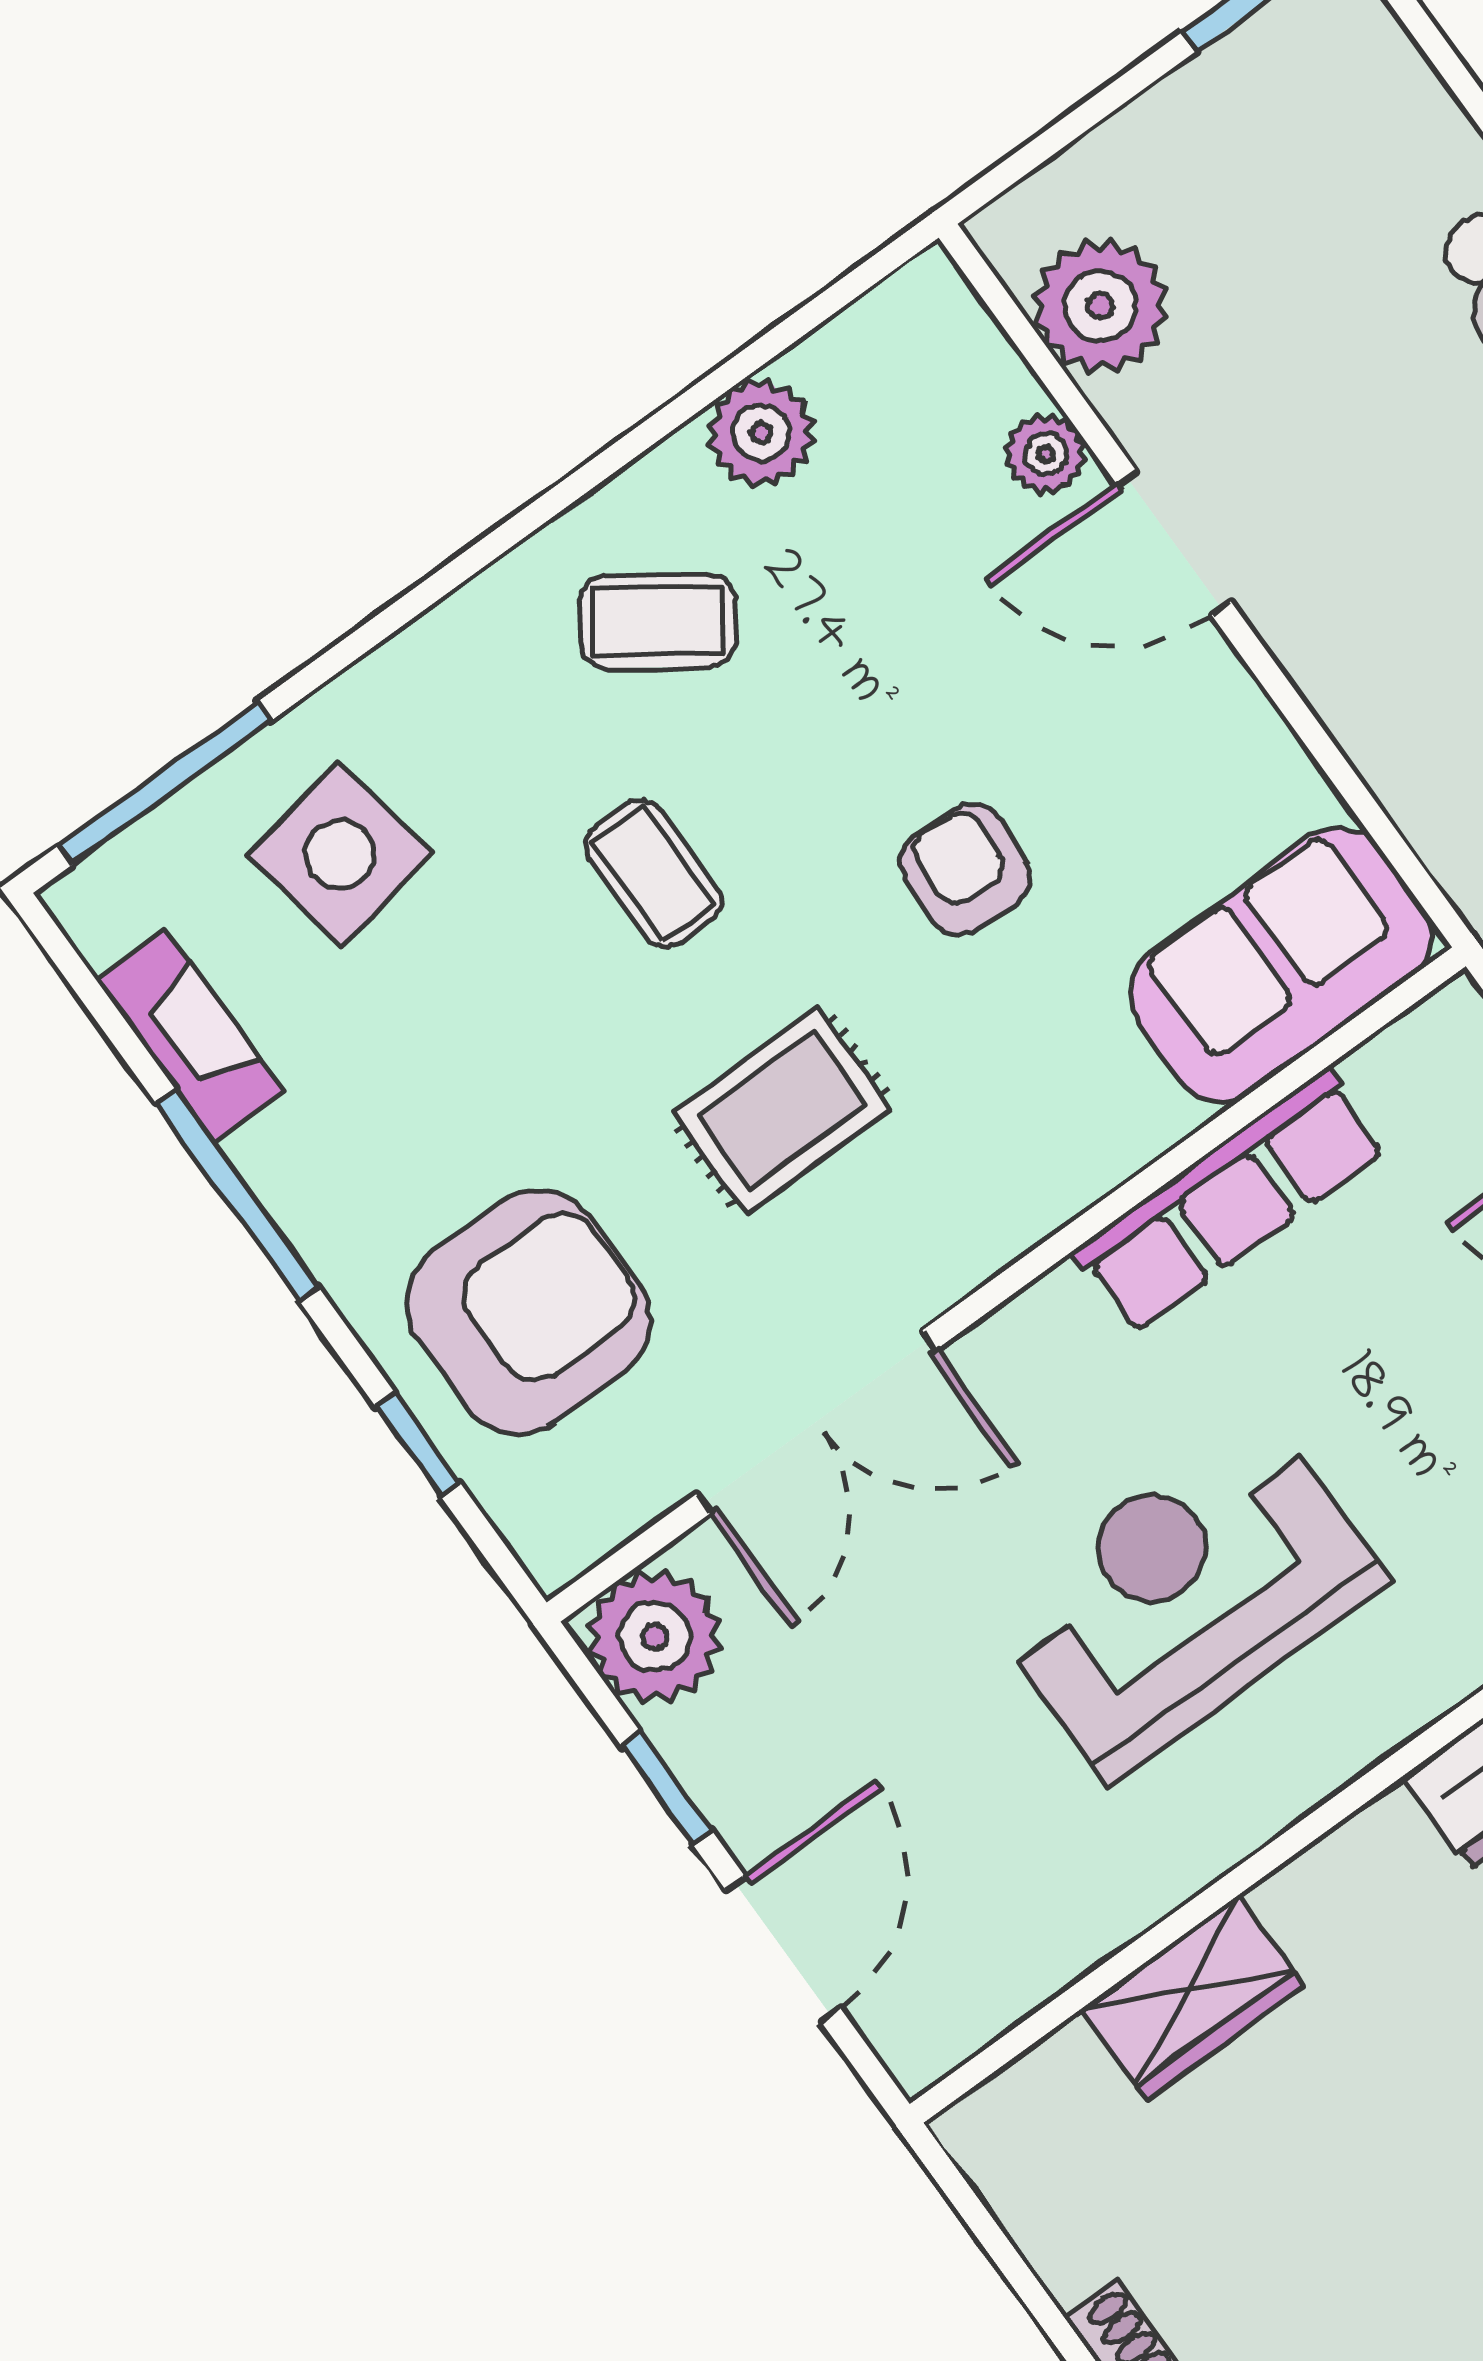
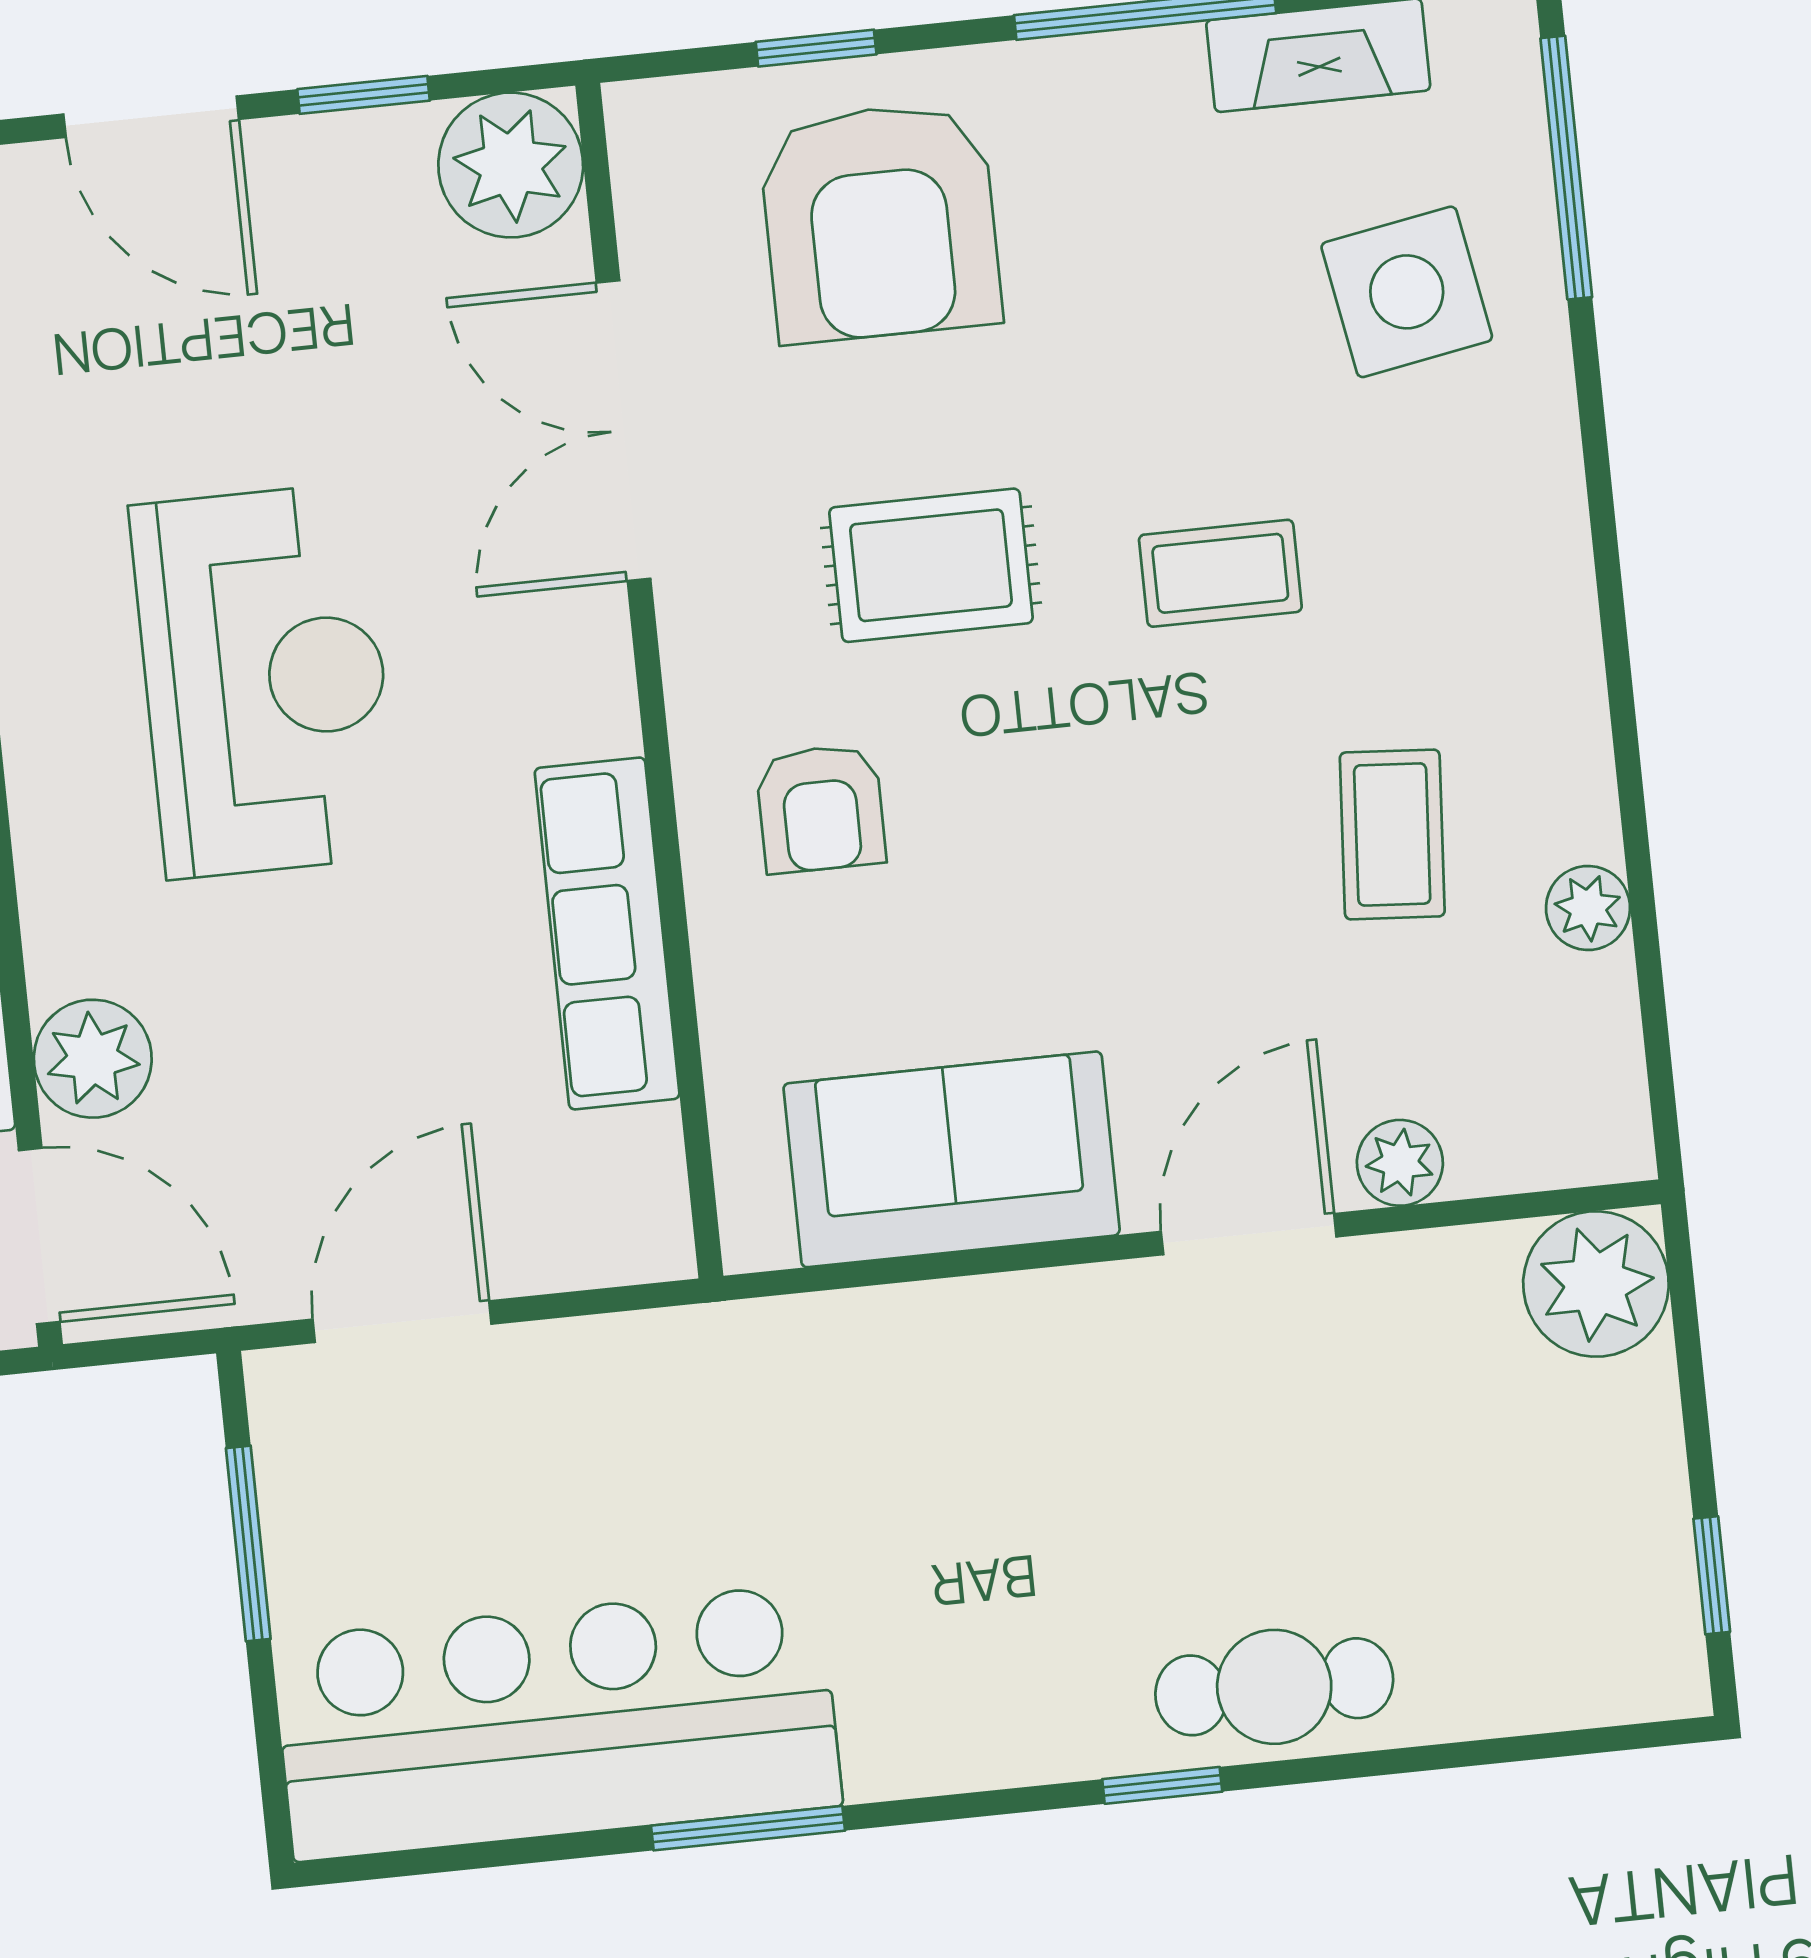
plant: (1100, 306) -> (1596, 1284), moved
plant: (761, 433) -> (1588, 908), width x0.73, depth x0.73
coffee table: (658, 621) -> (1392, 834), moved, turned -31
armchair: (965, 870) -> (821, 809), moved, turned 86
sofa: (1281, 965) -> (952, 1159), moved, turned -90
rug: (782, 1111) -> (931, 565), turned 90

